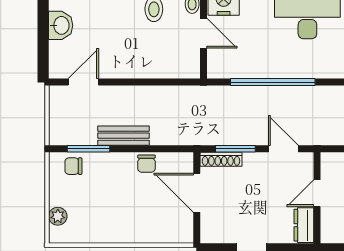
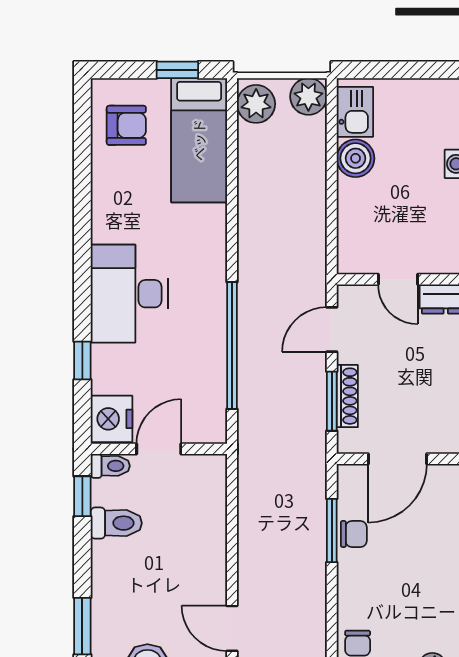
bench: (124, 136) -> (312, 568), removed
window: (89, 149) -> (332, 531), moved
shoe rack: (221, 159) -> (347, 396), moved

